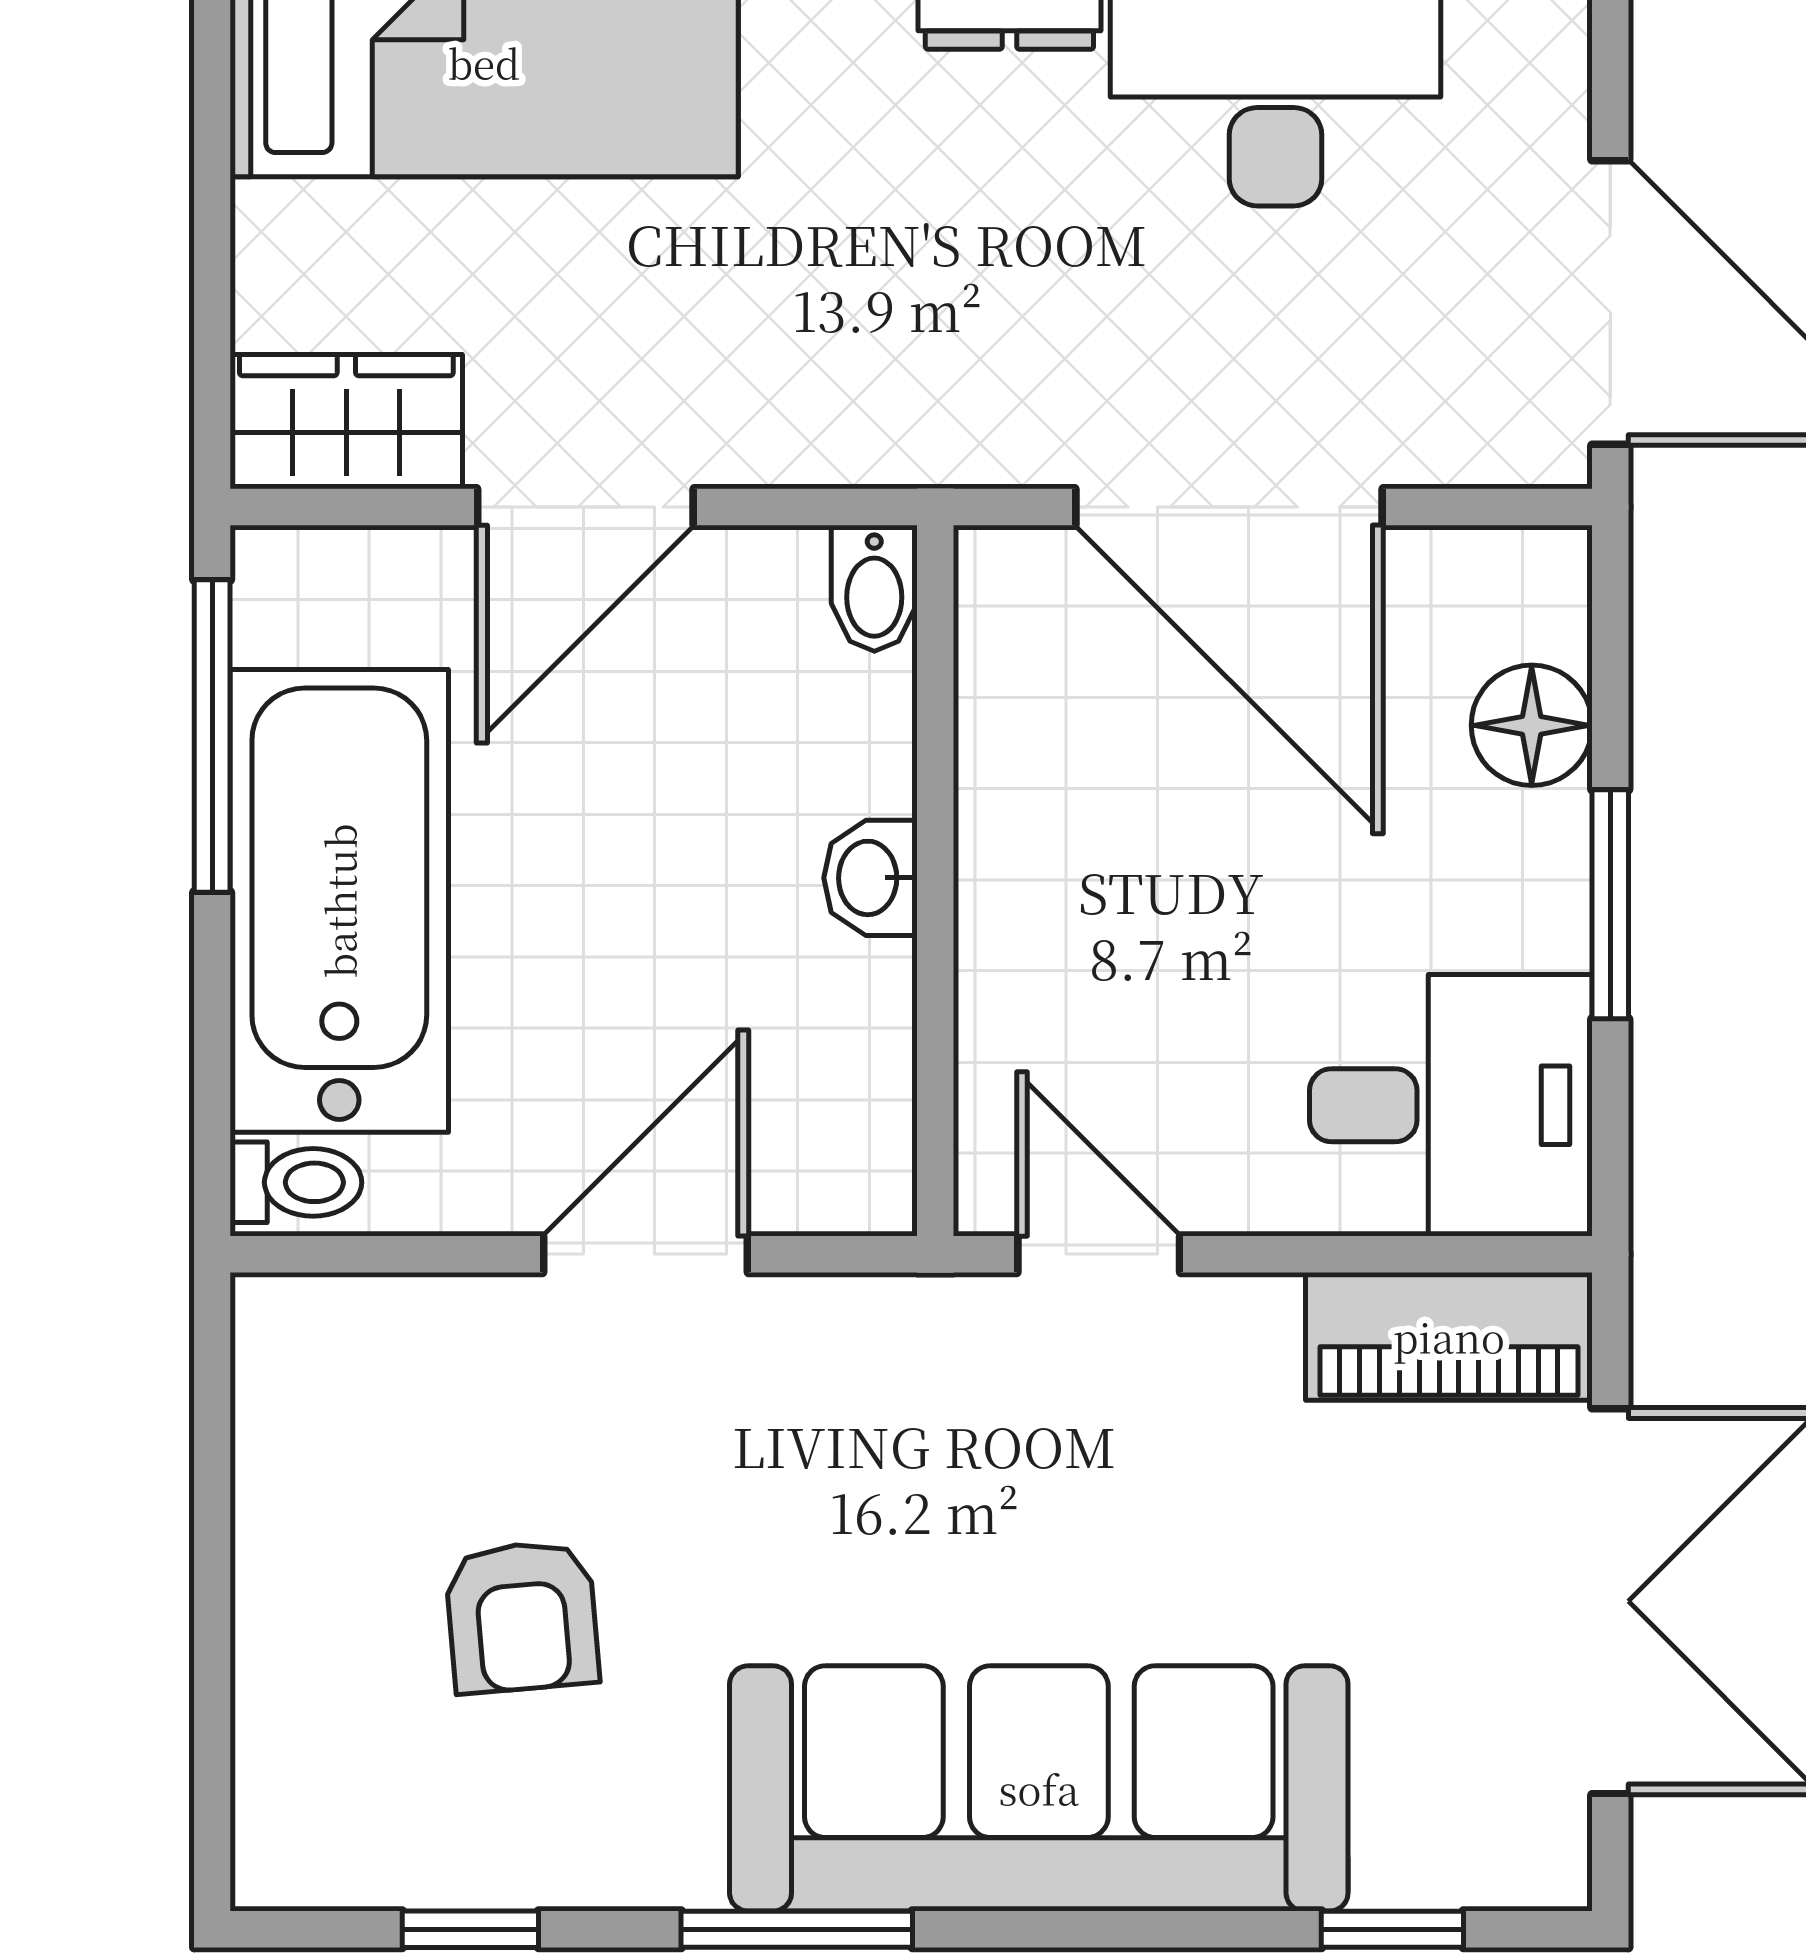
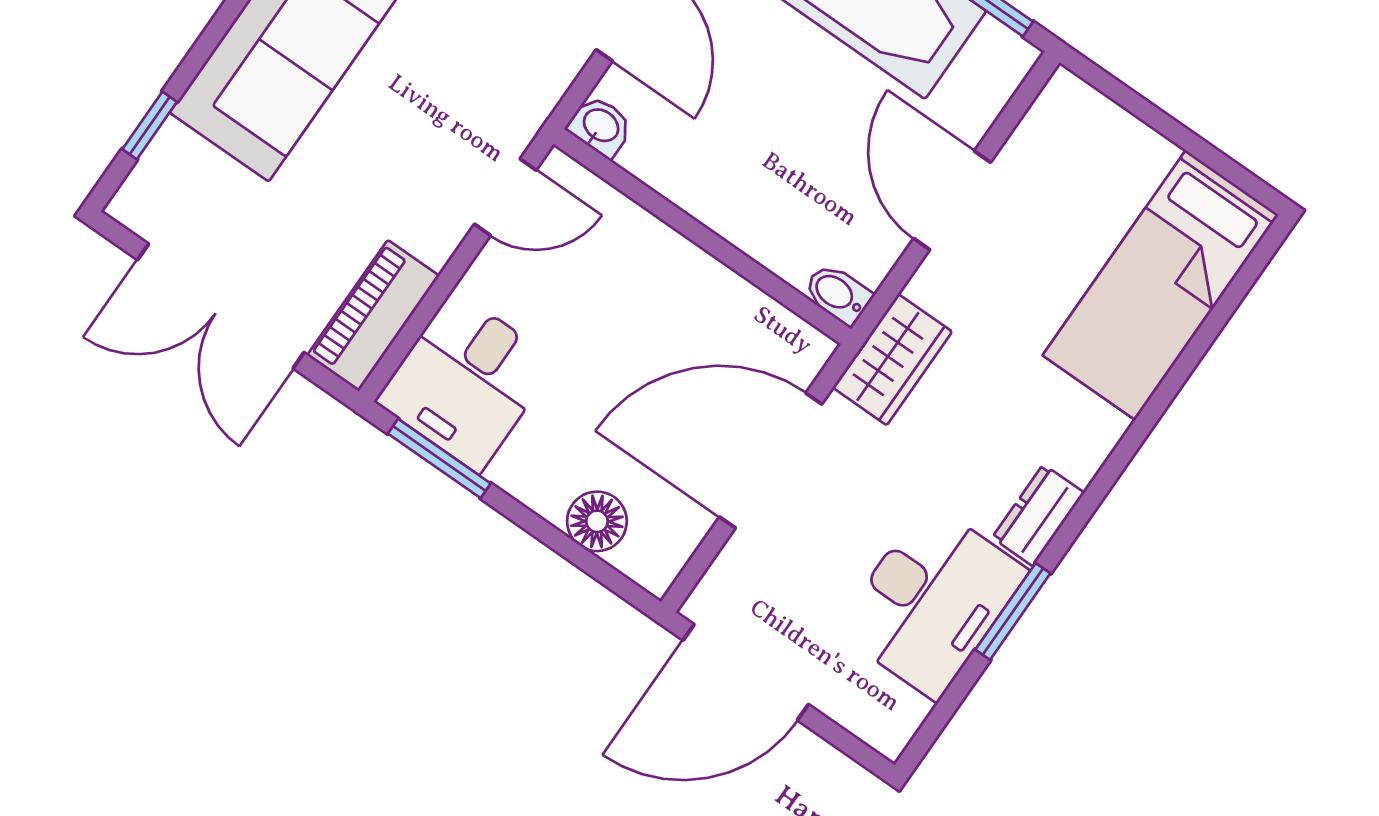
wardrobe: (346, 422) -> (892, 360), moved
washbasin: (871, 878) -> (600, 126), moved
window: (1610, 904) -> (439, 459), moved

